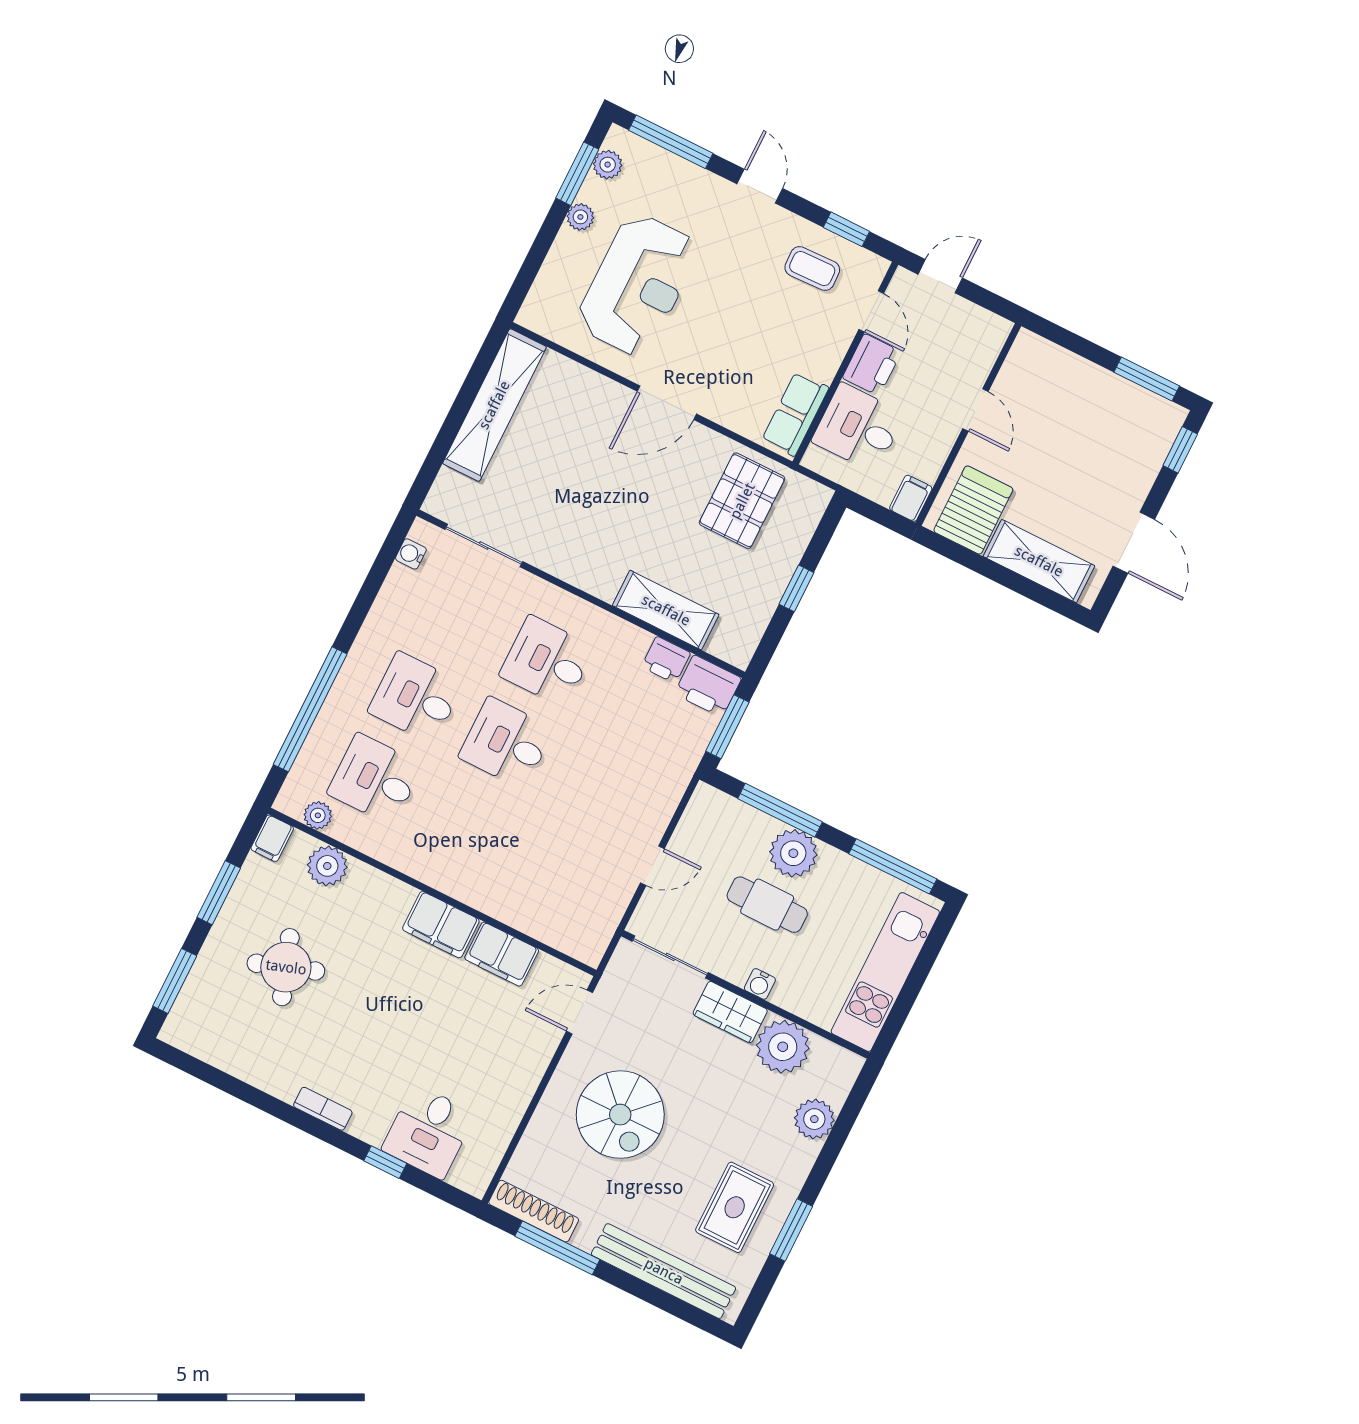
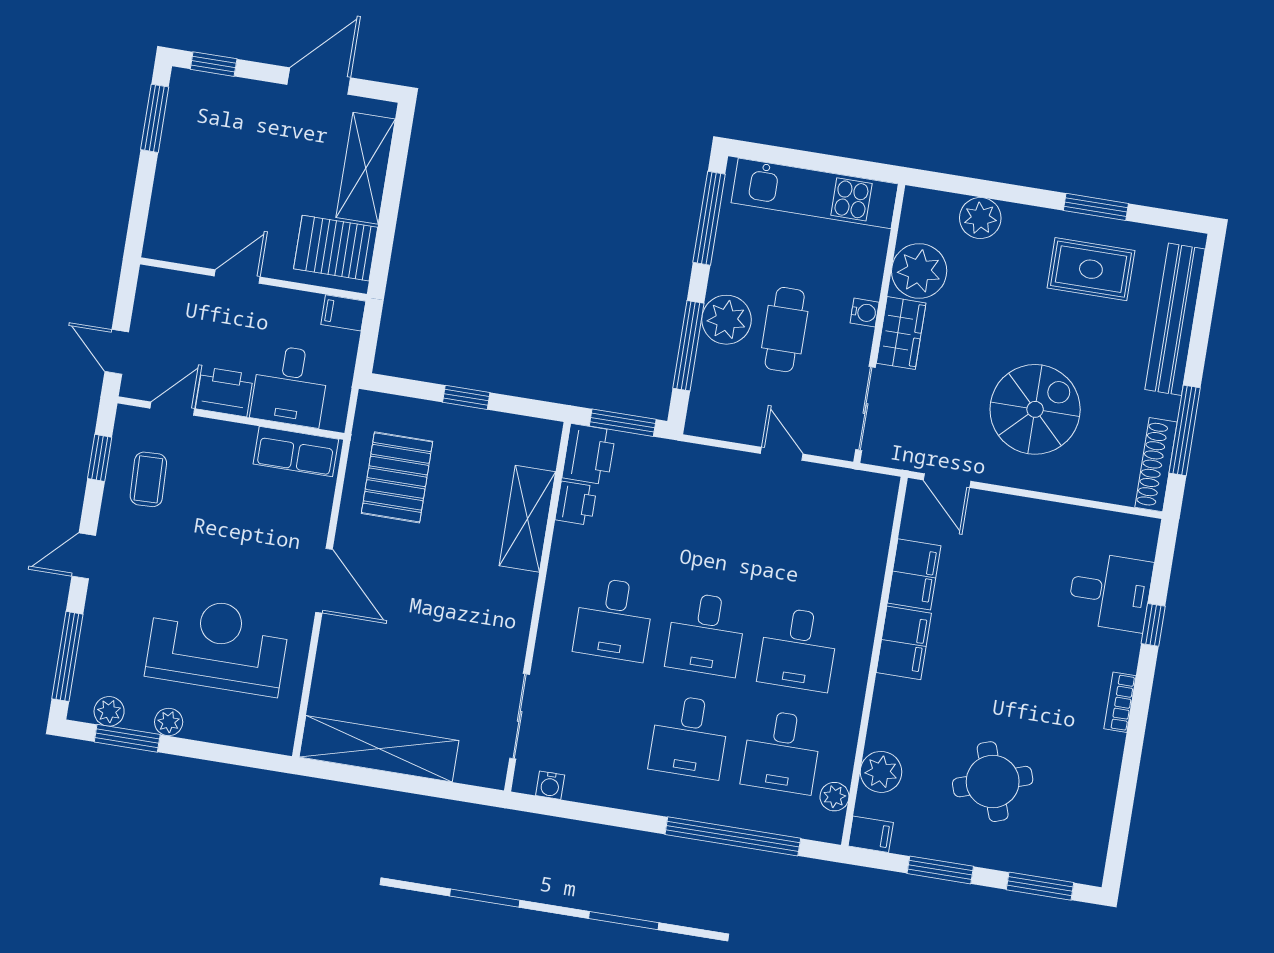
pallet: (742, 501) -> (397, 477), turned 90
desk: (466, 824) -> (798, 649), added

